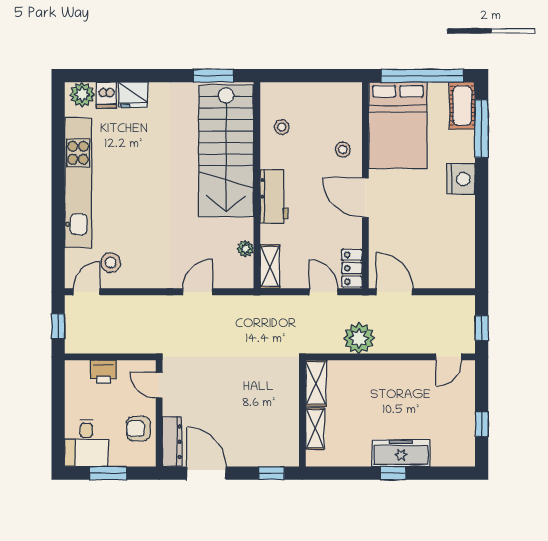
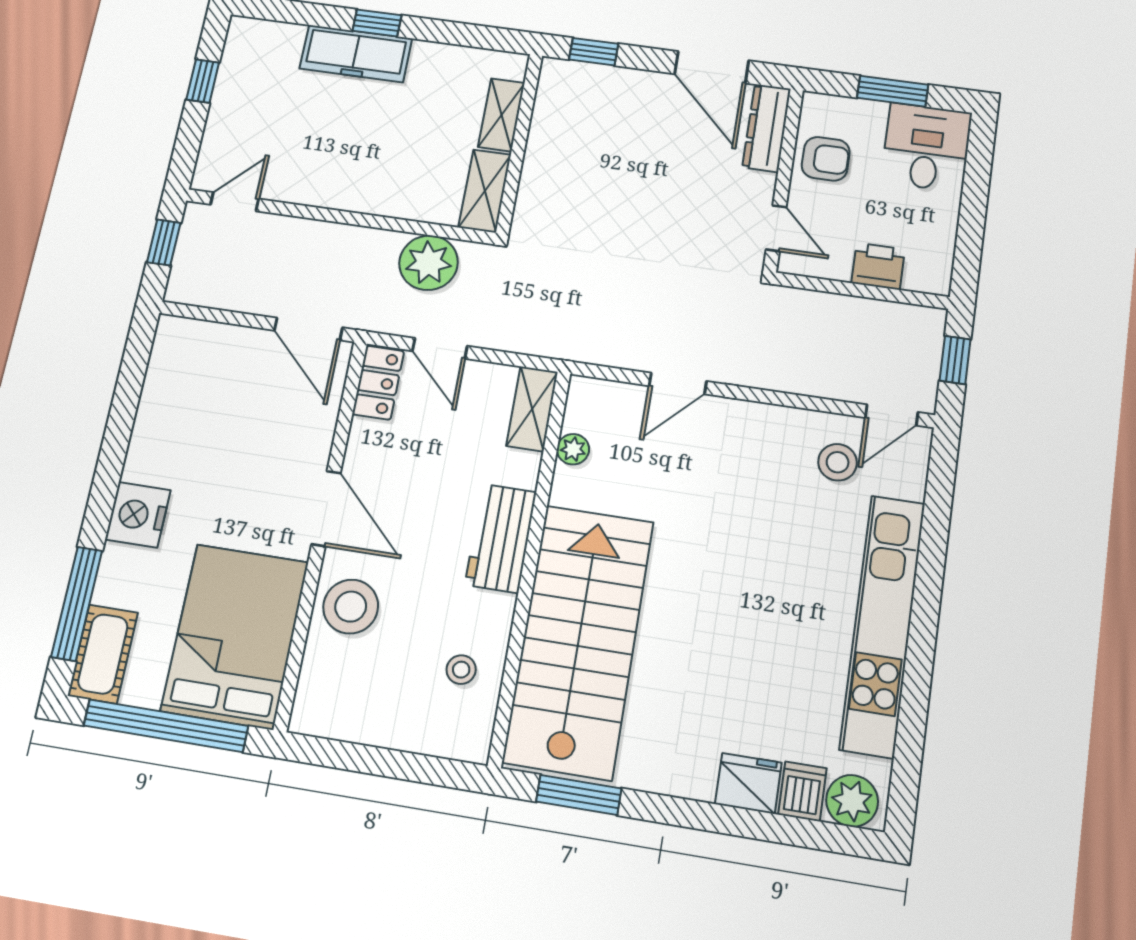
stool: (343, 150) -> (351, 607), width x1.89, depth x1.89
plant: (359, 338) -> (429, 263), moved

